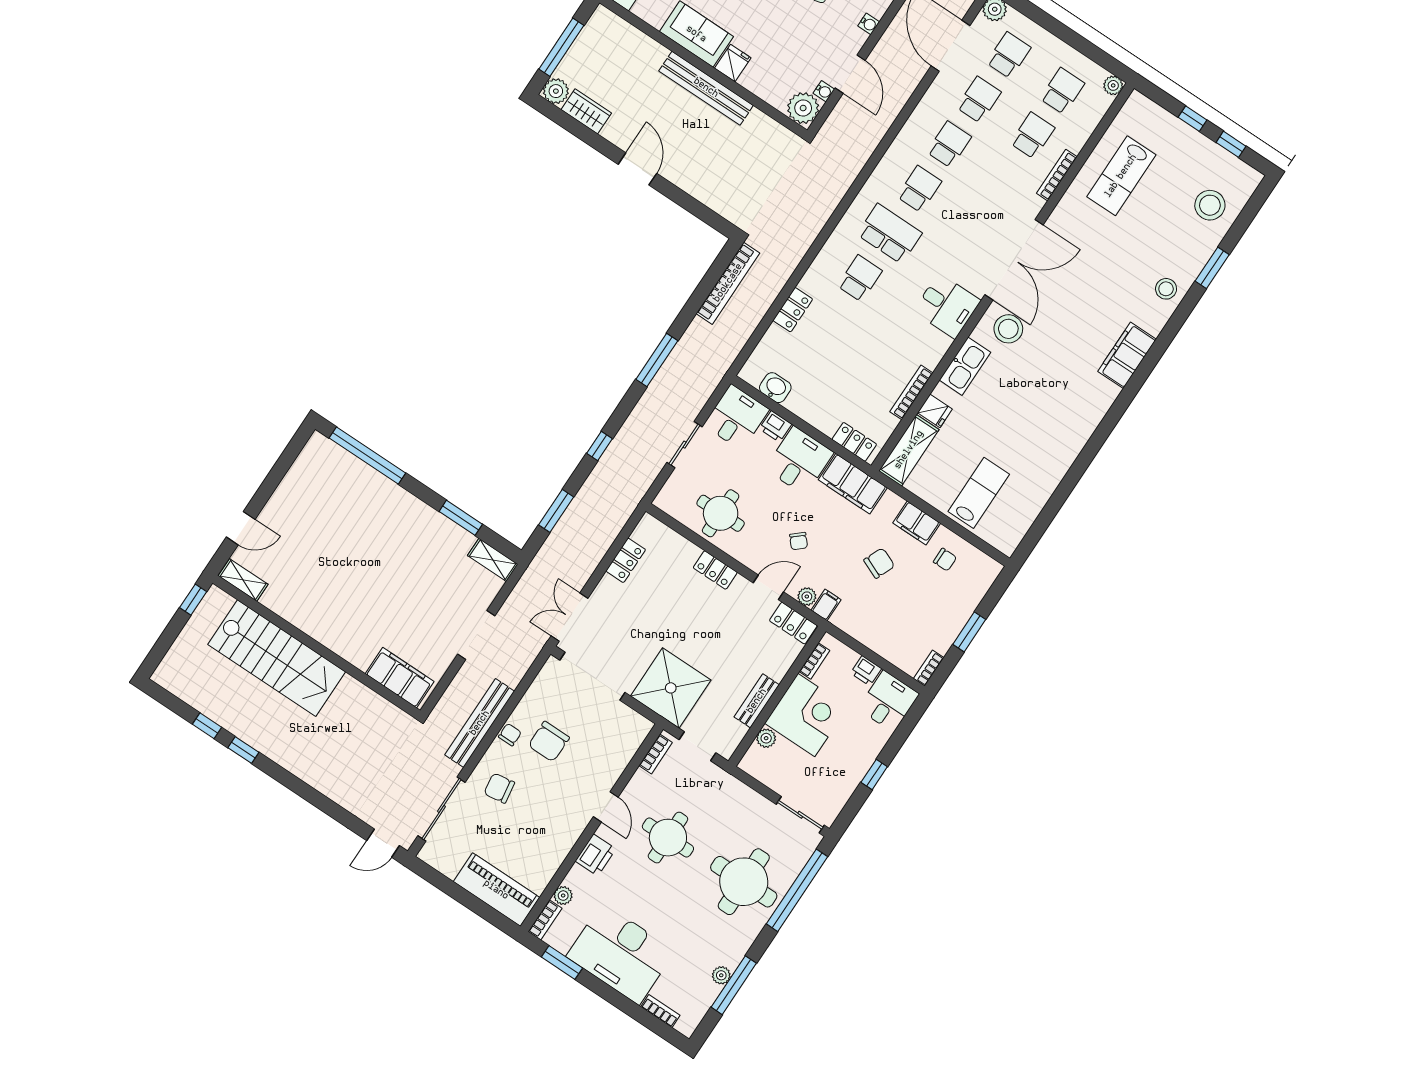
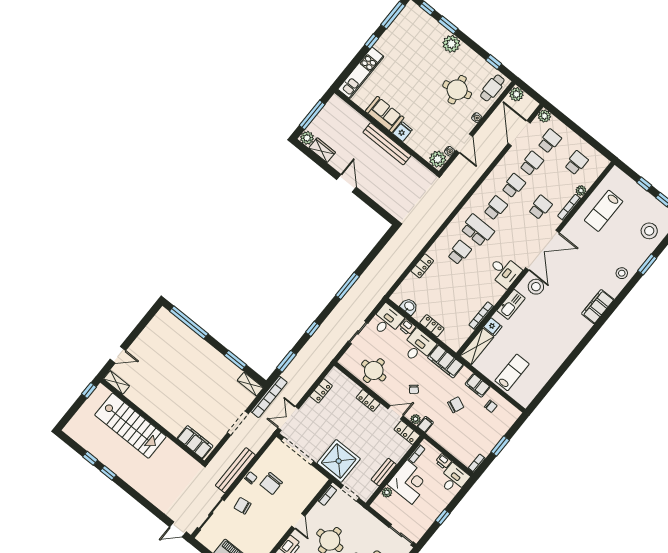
plant: (1113, 85) -> (581, 191), moved
school desk: (1032, 136) -> (540, 207), moved
bookcase: (728, 283) -> (269, 397), moved
locker: (854, 442) -> (432, 326), moved

